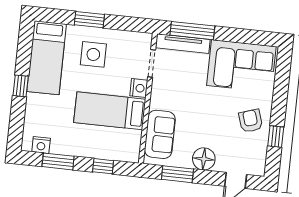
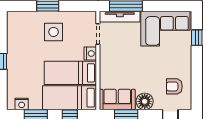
bed: (47, 58) -> (69, 98), moved, turned 90
armchair: (251, 121) -> (174, 86), moved, turned -72
sofa: (160, 134) -> (117, 99), moved, turned -90
window: (276, 136) -> (197, 38), moved

